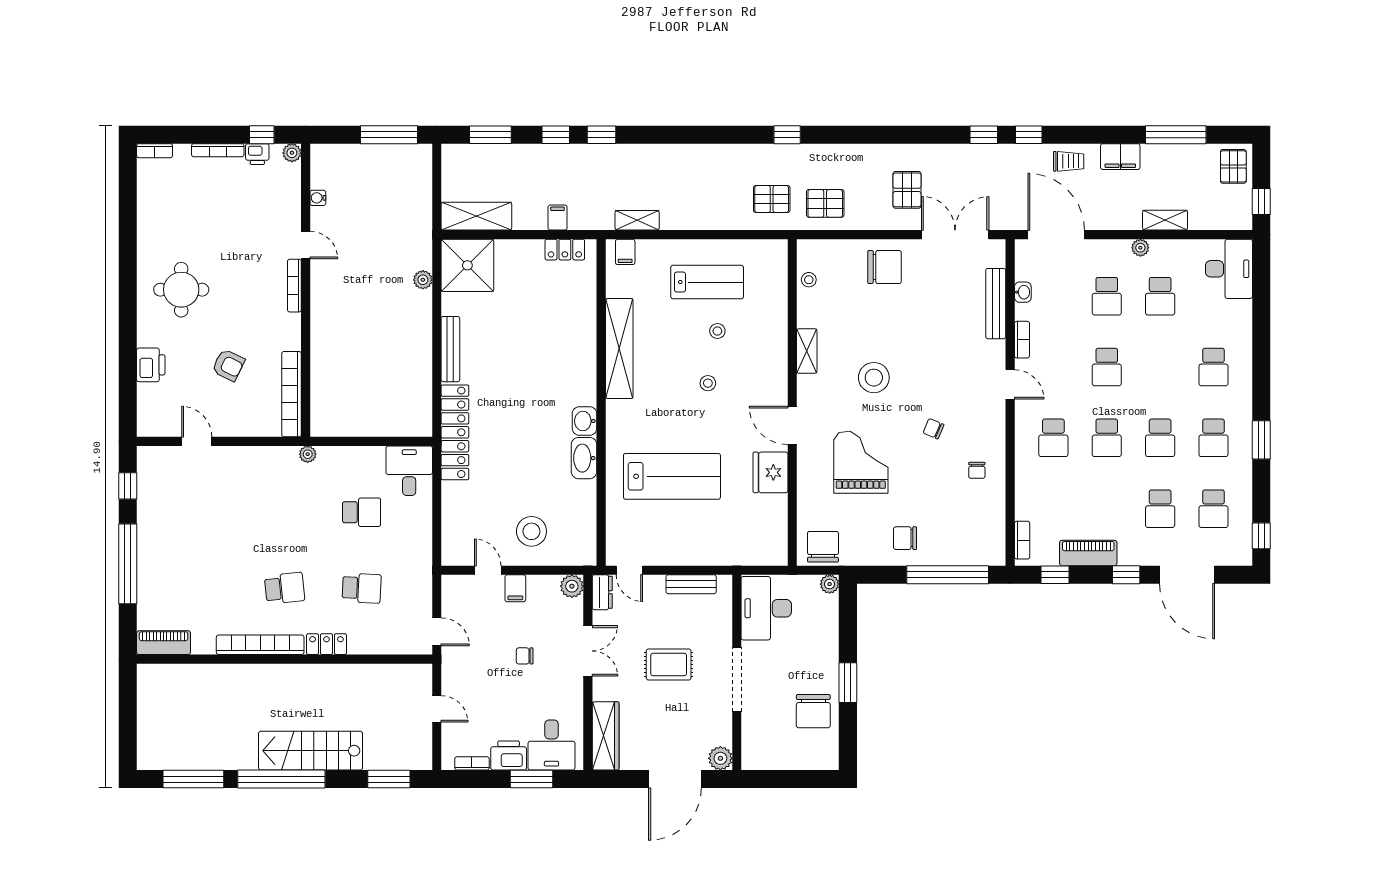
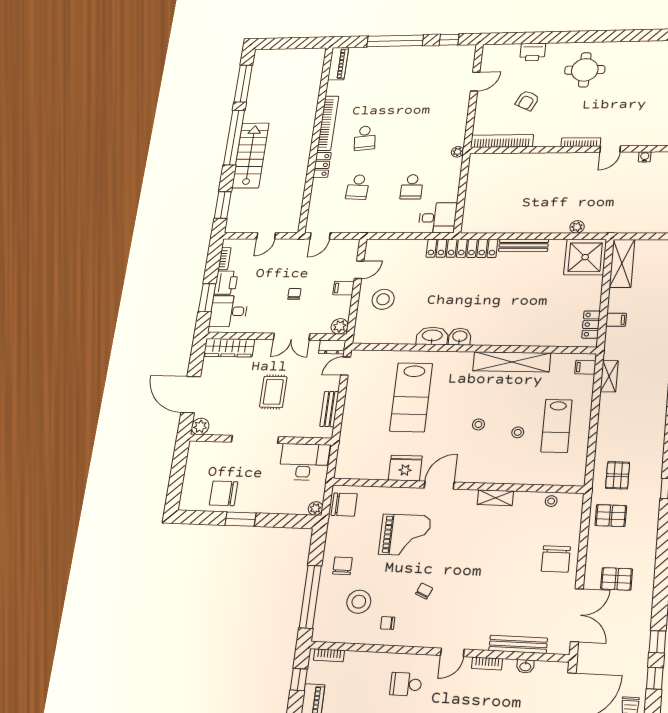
pallet: (825, 203) -> (611, 516), turned 90
stool: (874, 378) -> (359, 602), moved

